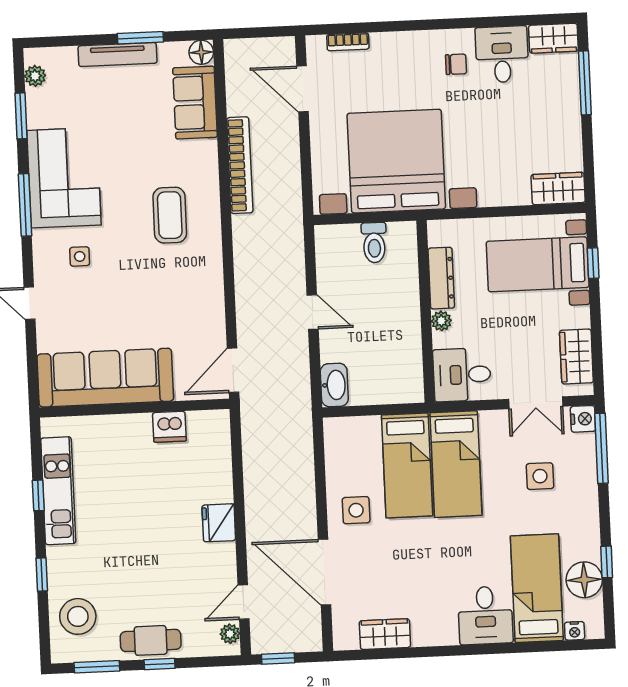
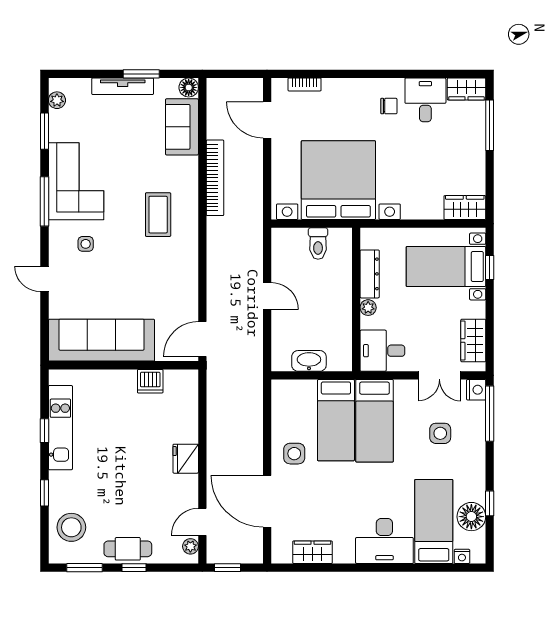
washbasin: (334, 385) -> (309, 361), moved, turned -90
desk: (485, 615) -> (384, 541), width x1.37

